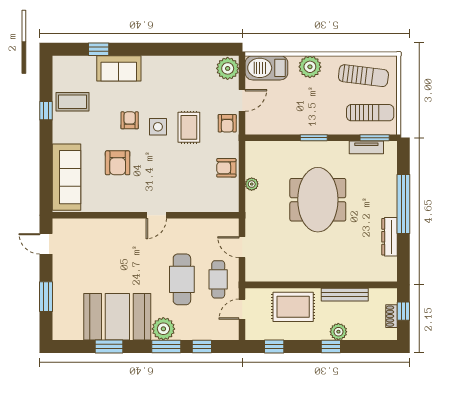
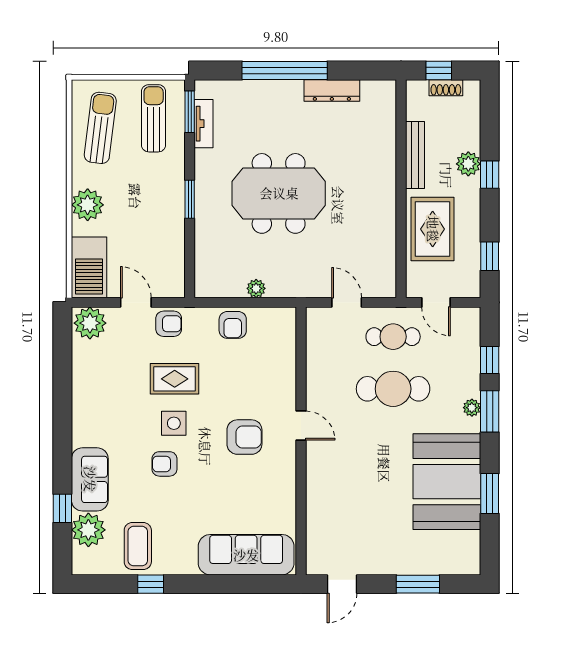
plant: (84, 67) -> (88, 530), added
armchair: (118, 163) -> (244, 437), moved
door: (242, 247) -> (347, 302), swing flipped
plant: (163, 329) -> (472, 408), width x0.53, depth x0.53

